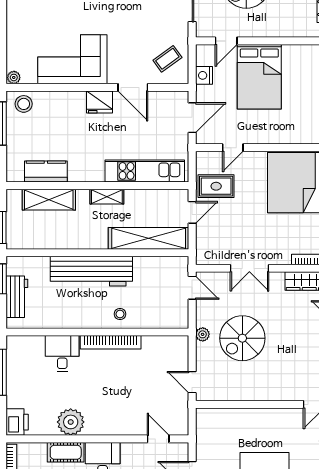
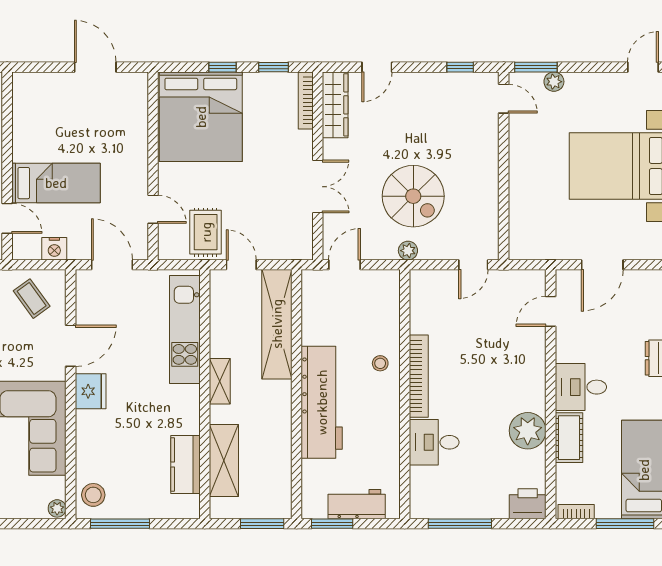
bed: (259, 77) -> (56, 183), width x0.67

